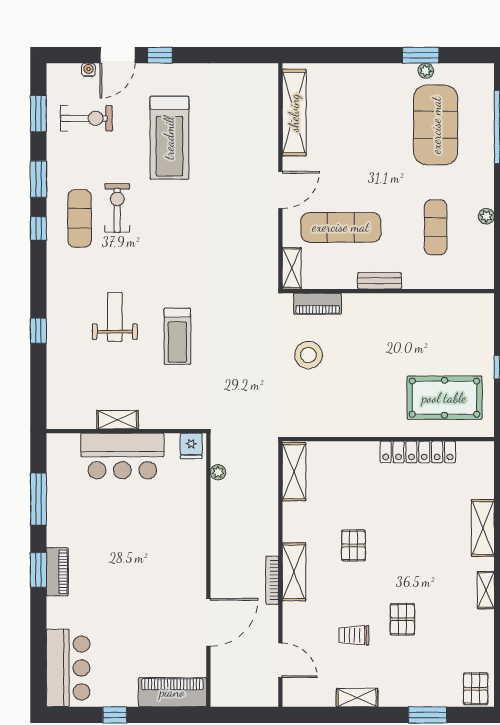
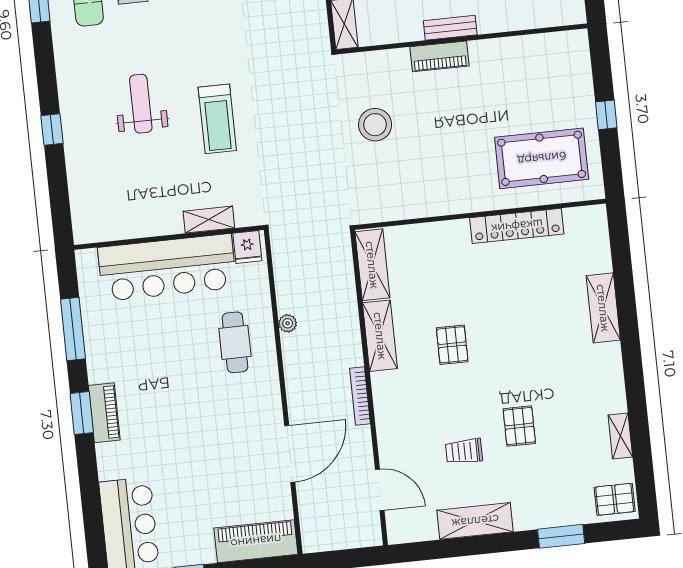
piano: (317, 304) -> (440, 56), moved
shelving: (118, 420) -> (209, 220), moved
bar counter: (122, 456) -> (167, 267), width x1.36
plant: (218, 472) -> (288, 323), moved
cafe table: (172, 524) -> (235, 342), added
shelving: (294, 572) -> (380, 336), moved
shelving: (486, 590) -> (620, 436), moved
pallet: (476, 689) -> (615, 499), turned 90
shelving: (357, 698) -> (475, 521), width x1.50, depth x1.33

